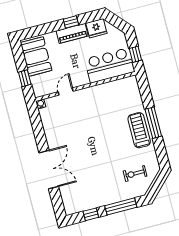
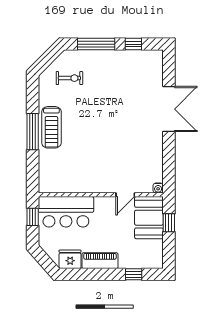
window: (71, 22) -> (134, 274), moved
booth: (36, 56) -> (149, 218), moved
double door: (49, 170) -> (169, 109), swing flipped

